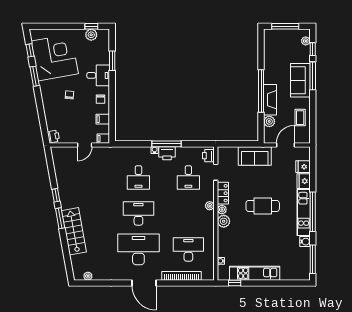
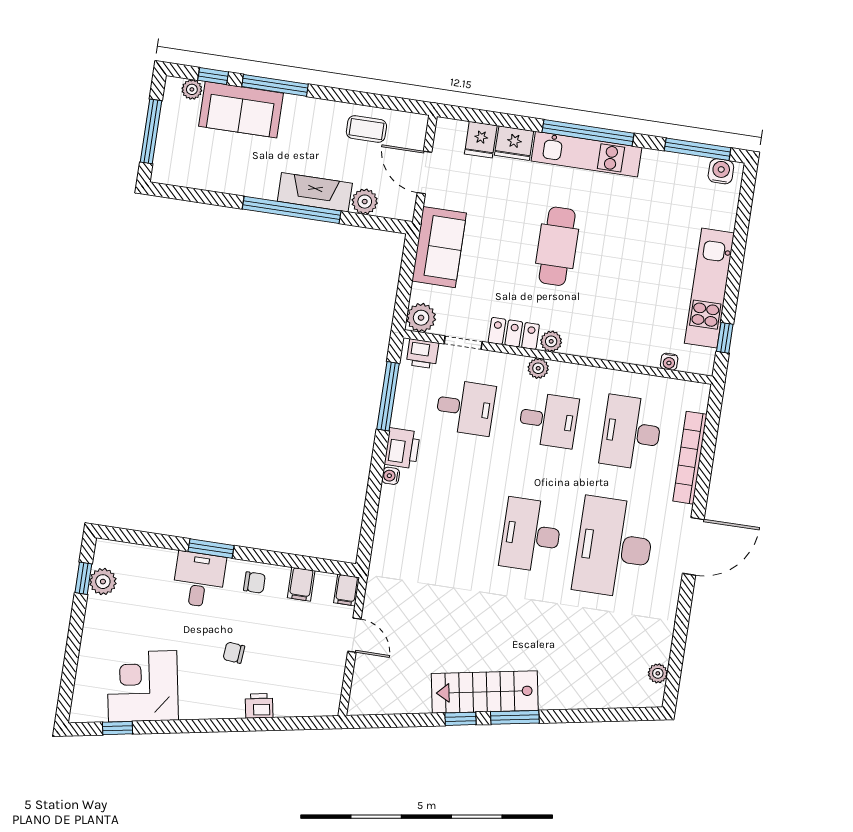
corner desk: (55, 57) -> (143, 686), width x0.74, depth x0.74
window: (112, 61) -> (211, 549), moved
window: (35, 76) -> (179, 726), removed
sofa: (300, 80) -> (241, 110), moved
printer: (53, 136) -> (259, 706), moved
window: (167, 144) -> (388, 396), moved
desk: (138, 177) -> (548, 420), moved
plant: (224, 221) -> (421, 318), moved
stairs: (74, 231) -> (485, 692), moved
water cooler: (305, 242) -> (721, 171), moved

